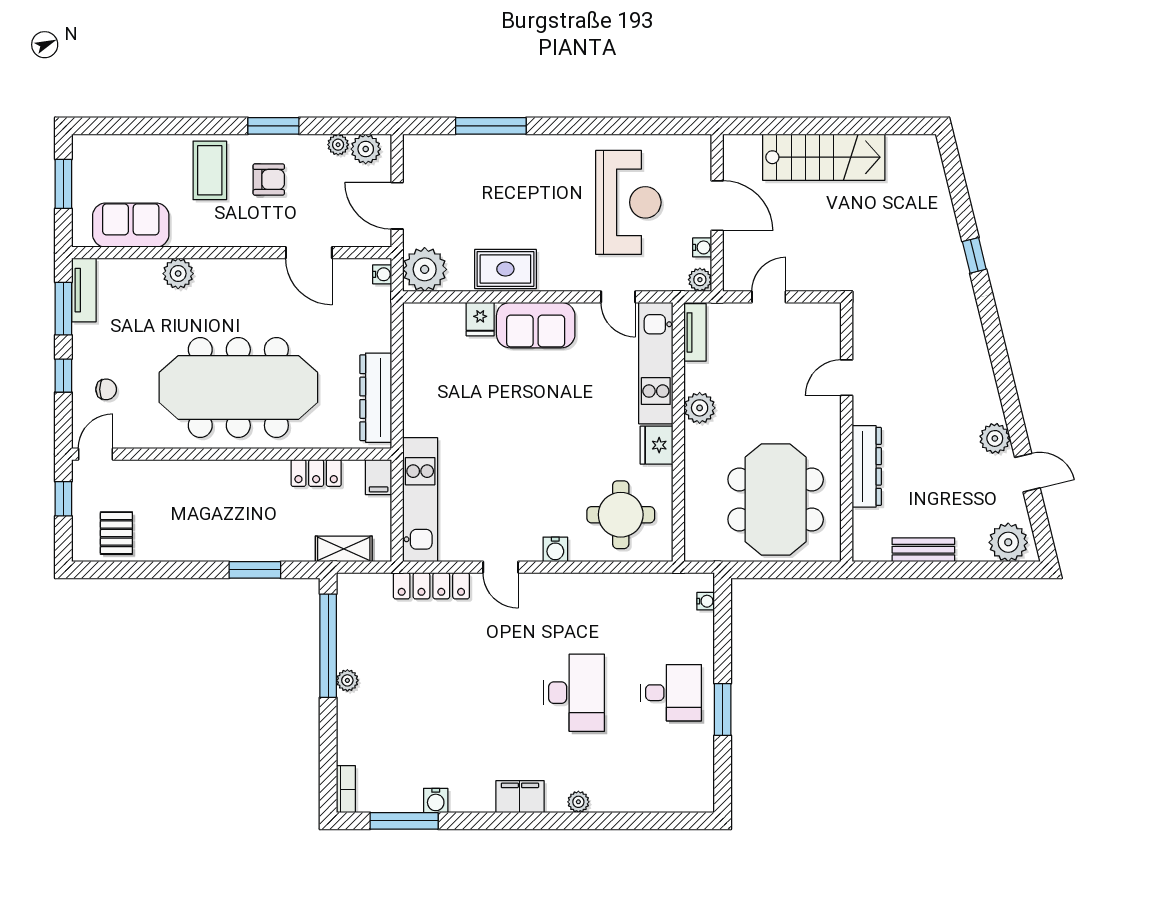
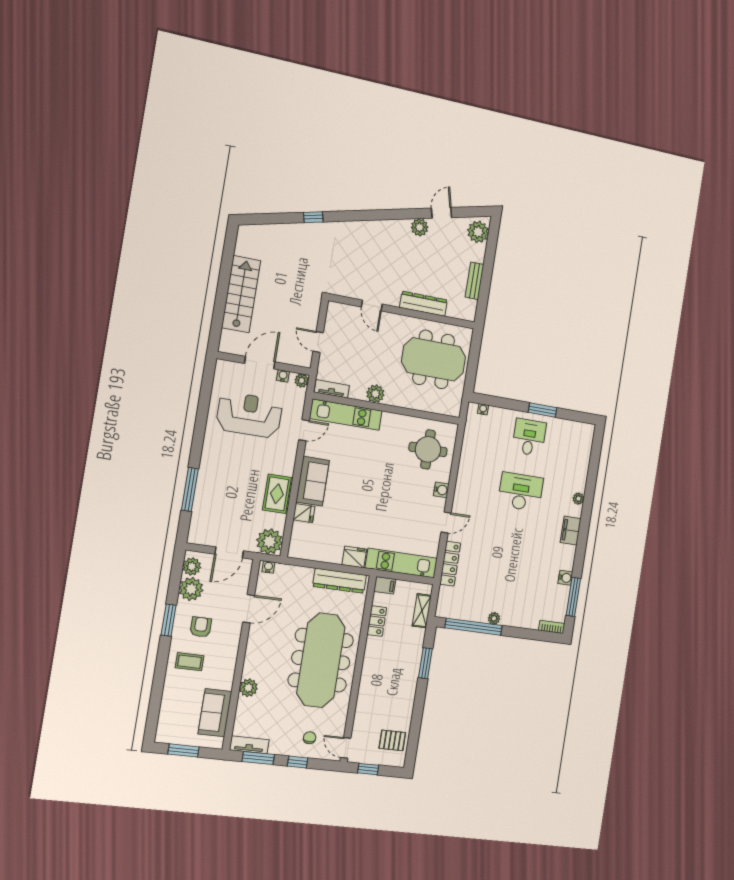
plant: (338, 145) -> (191, 589), width x1.87, depth x1.87
coffee table: (210, 170) -> (190, 662), width x0.73, depth x0.77
fridge: (657, 445) -> (354, 557), moved, turned 180

